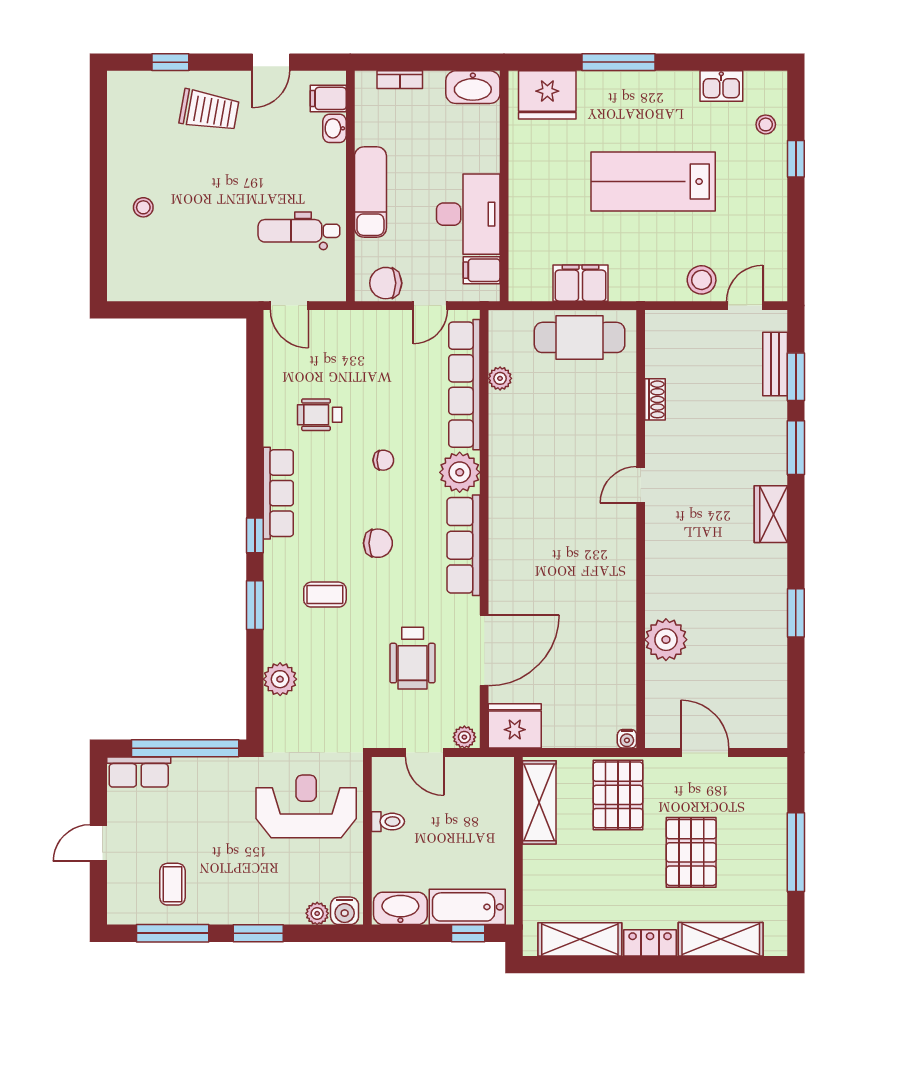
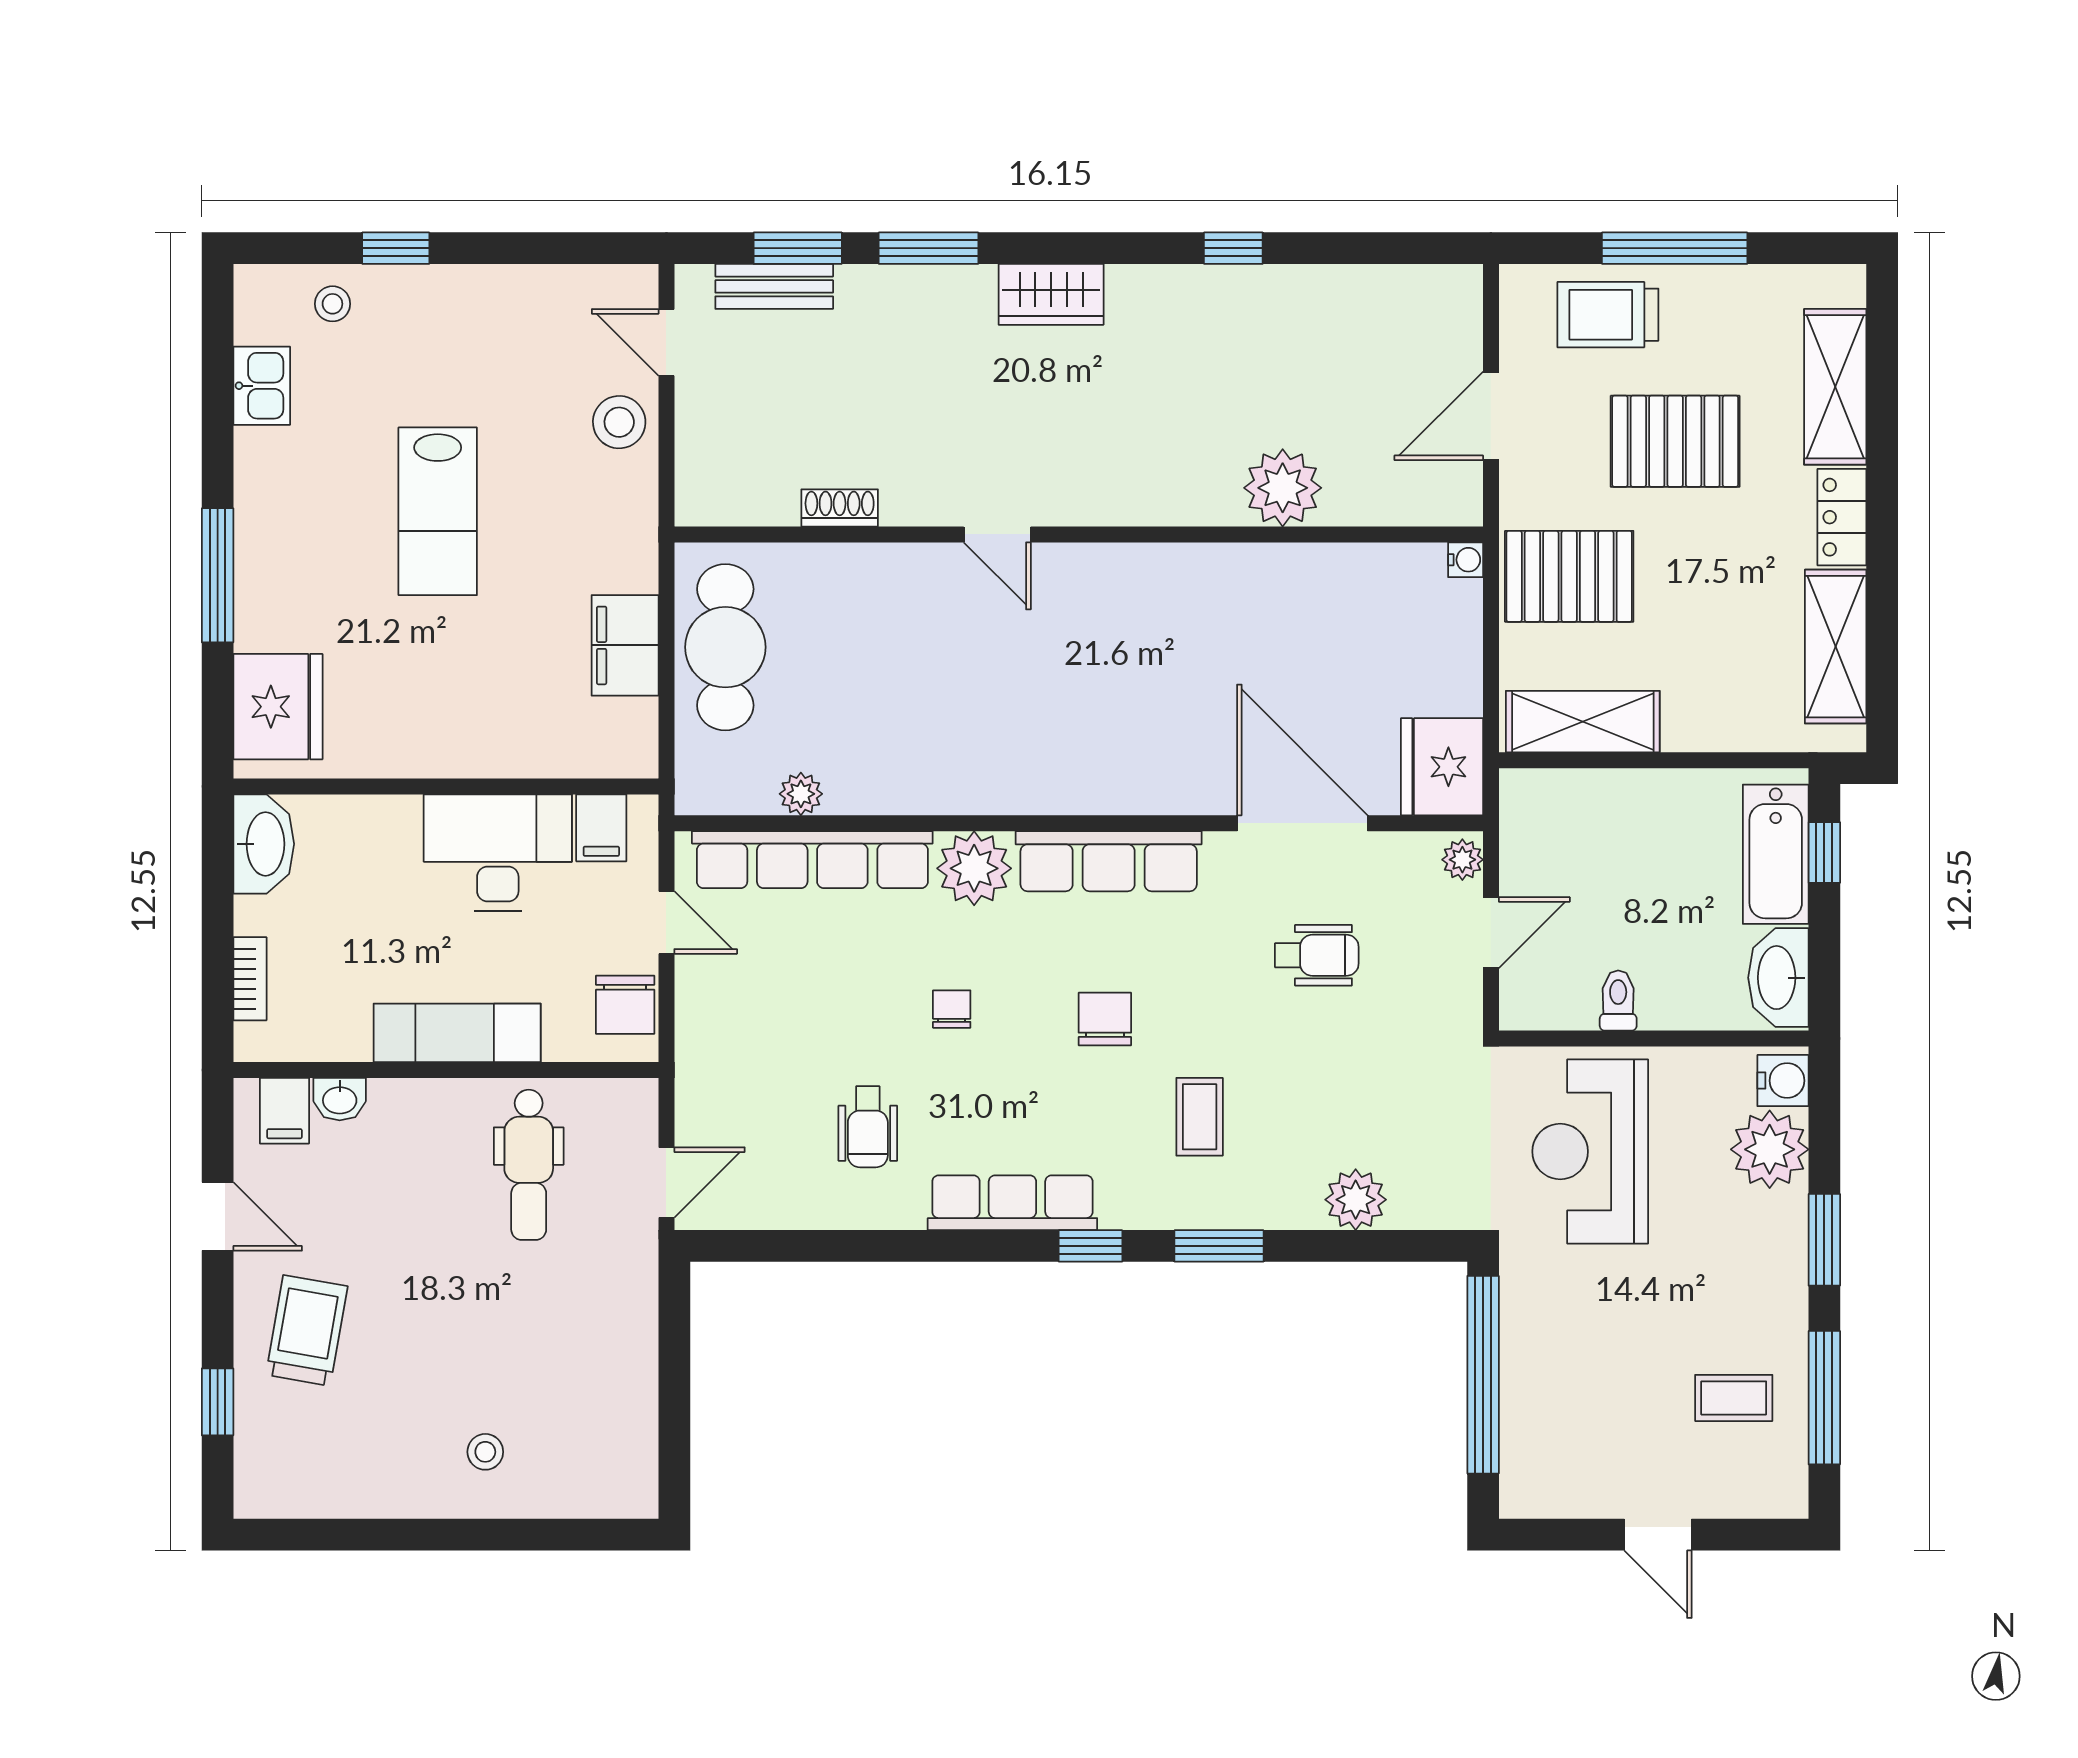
lab bench: (653, 181) -> (438, 511), width x0.73, depth x0.72
window: (796, 613) -> (1233, 248), width x0.67
wheelchair: (413, 658) -> (1317, 955), width x0.73, depth x0.73
row of seats: (139, 772) -> (1527, 1460), removed
trolley: (760, 816) -> (1608, 315), added
plant: (317, 913) -> (1770, 1149), width x1.88, depth x1.88

